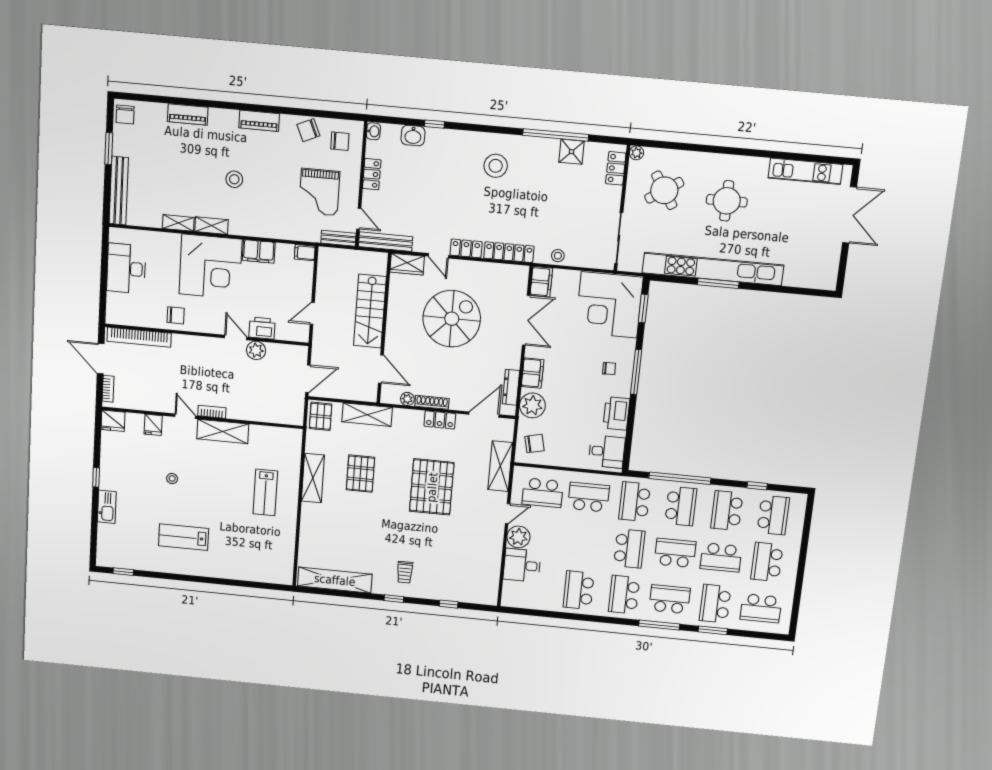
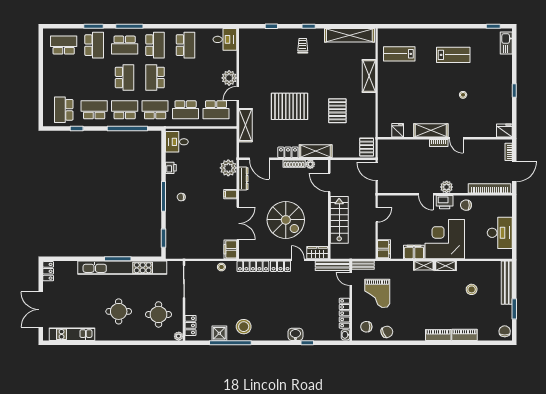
piano: (259, 121) -> (438, 335), moved
washbasin: (413, 136) -> (295, 334), moved
stool: (496, 166) -> (244, 327), moved
locker: (372, 174) -> (345, 313), width x1.53
stool: (234, 179) -> (472, 289), moved
round table: (664, 190) -> (159, 314), turned 33
grand piano: (319, 192) -> (377, 293), turned 180
shelving: (178, 223) -> (424, 265), moved
filing cabinet: (305, 253) -> (384, 249), width x2.00
locker: (830, 274) -> (48, 271), added
corner desk: (609, 305) -> (186, 238), removed
spiral stairs: (452, 319) -> (286, 220), turned -90
double door: (526, 320) -> (238, 223), swing flipped
printer: (262, 328) -> (445, 202), moved
plant: (256, 350) -> (447, 187), moved
door: (101, 359) -> (514, 172), hinge flipped
filing cabinet: (533, 373) -> (230, 194), width x0.50
door: (308, 379) -> (377, 171), hinge flipped
printer: (616, 413) -> (171, 168), width x0.53, depth x0.68
shelving: (367, 415) -> (316, 151), moved
door: (484, 415) -> (259, 159), hinge flipped
fridge: (153, 425) -> (398, 130), moved
chair: (534, 444) -> (225, 143), removed
shelving: (313, 478) -> (369, 76), moved
pallet: (432, 487) -> (290, 106), turned 90
lab bench: (265, 492) -> (399, 54), moved, turned -90
school desk: (543, 493) -> (216, 110), turned 180
school desk: (635, 502) -> (155, 110), turned -90
school desk: (681, 506) -> (125, 110), turned 90
kitchen sink: (107, 507) -> (506, 43), moved
school desk: (727, 511) -> (94, 110), turned -90
school desk: (675, 553) -> (125, 77), turned -90
school desk: (721, 557) -> (94, 77), removed
school desk: (767, 562) -> (64, 77), removed
desk: (522, 565) -> (225, 39), moved

